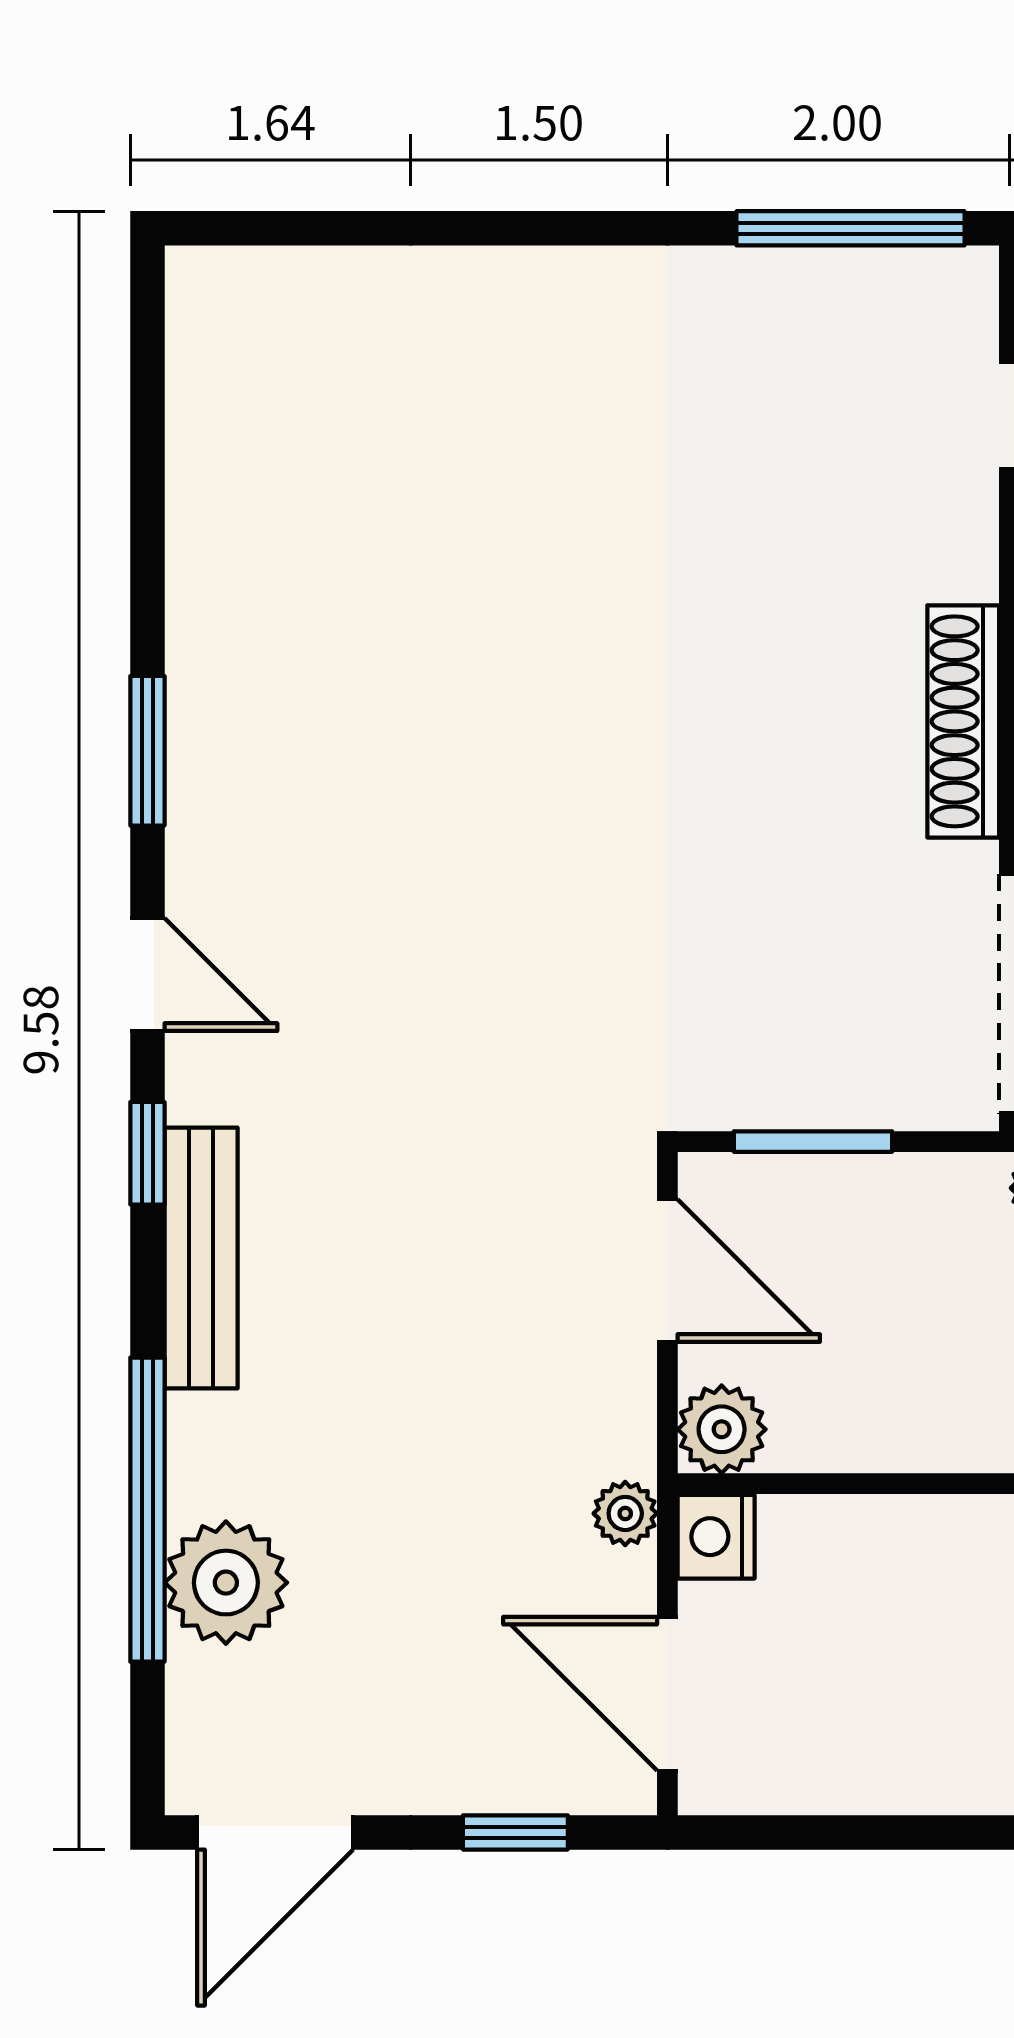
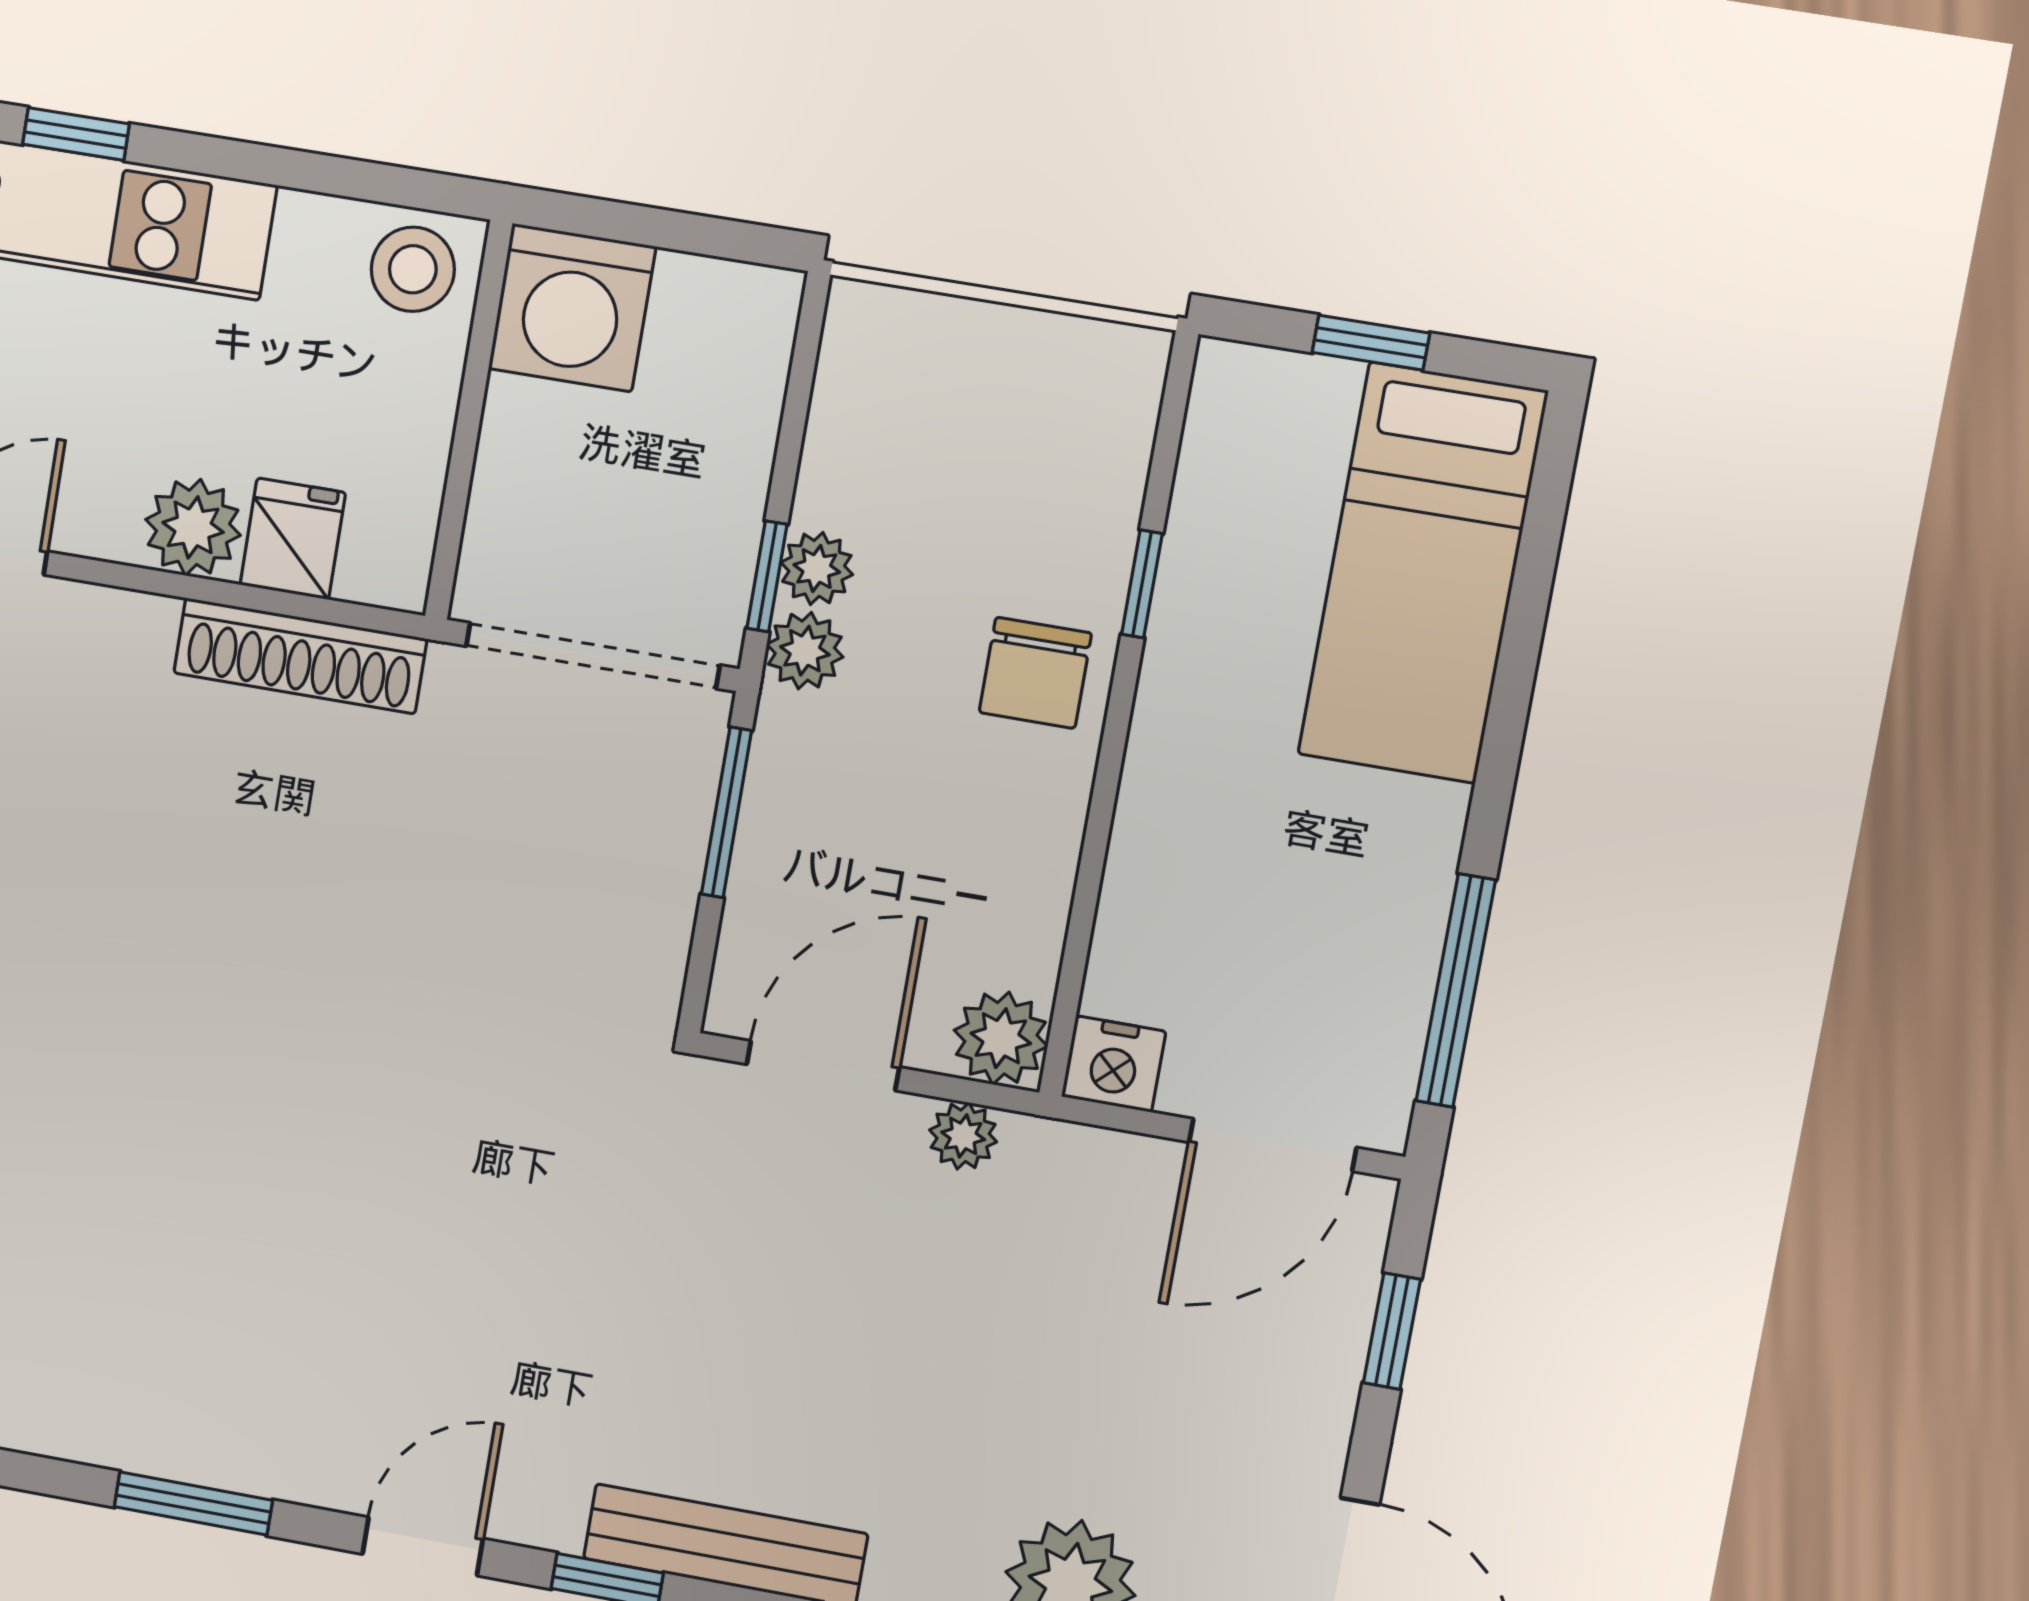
window: (813, 1142) -> (727, 812), moved
plant: (625, 1513) -> (963, 1136), moved
window: (838, 1832) -> (1456, 991), added

